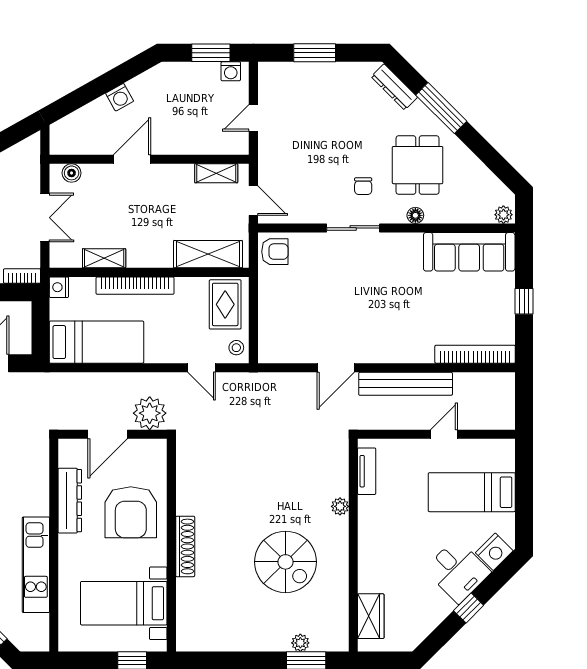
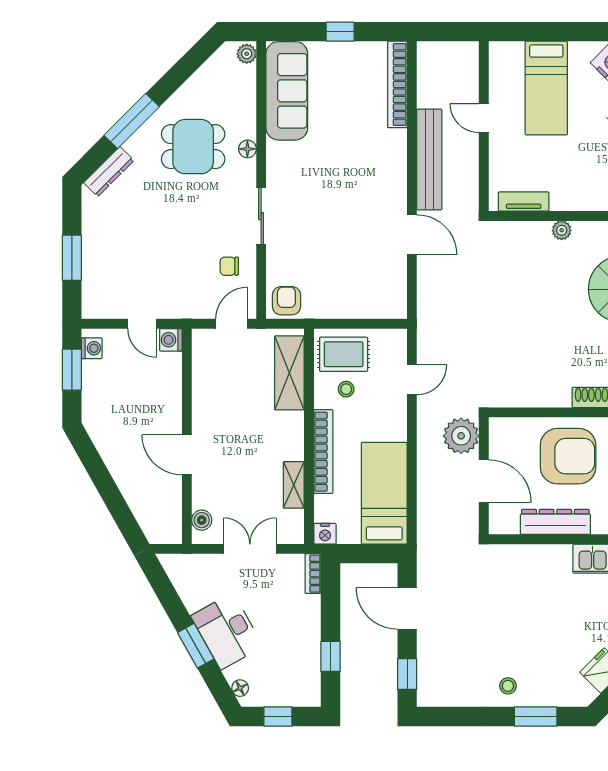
washing machine: (120, 97) -> (171, 340), moved, turned -151
shelving: (216, 173) -> (202, 364), removed
chair: (363, 186) -> (229, 266), moved, turned 180
stool: (236, 348) -> (346, 389), moved

